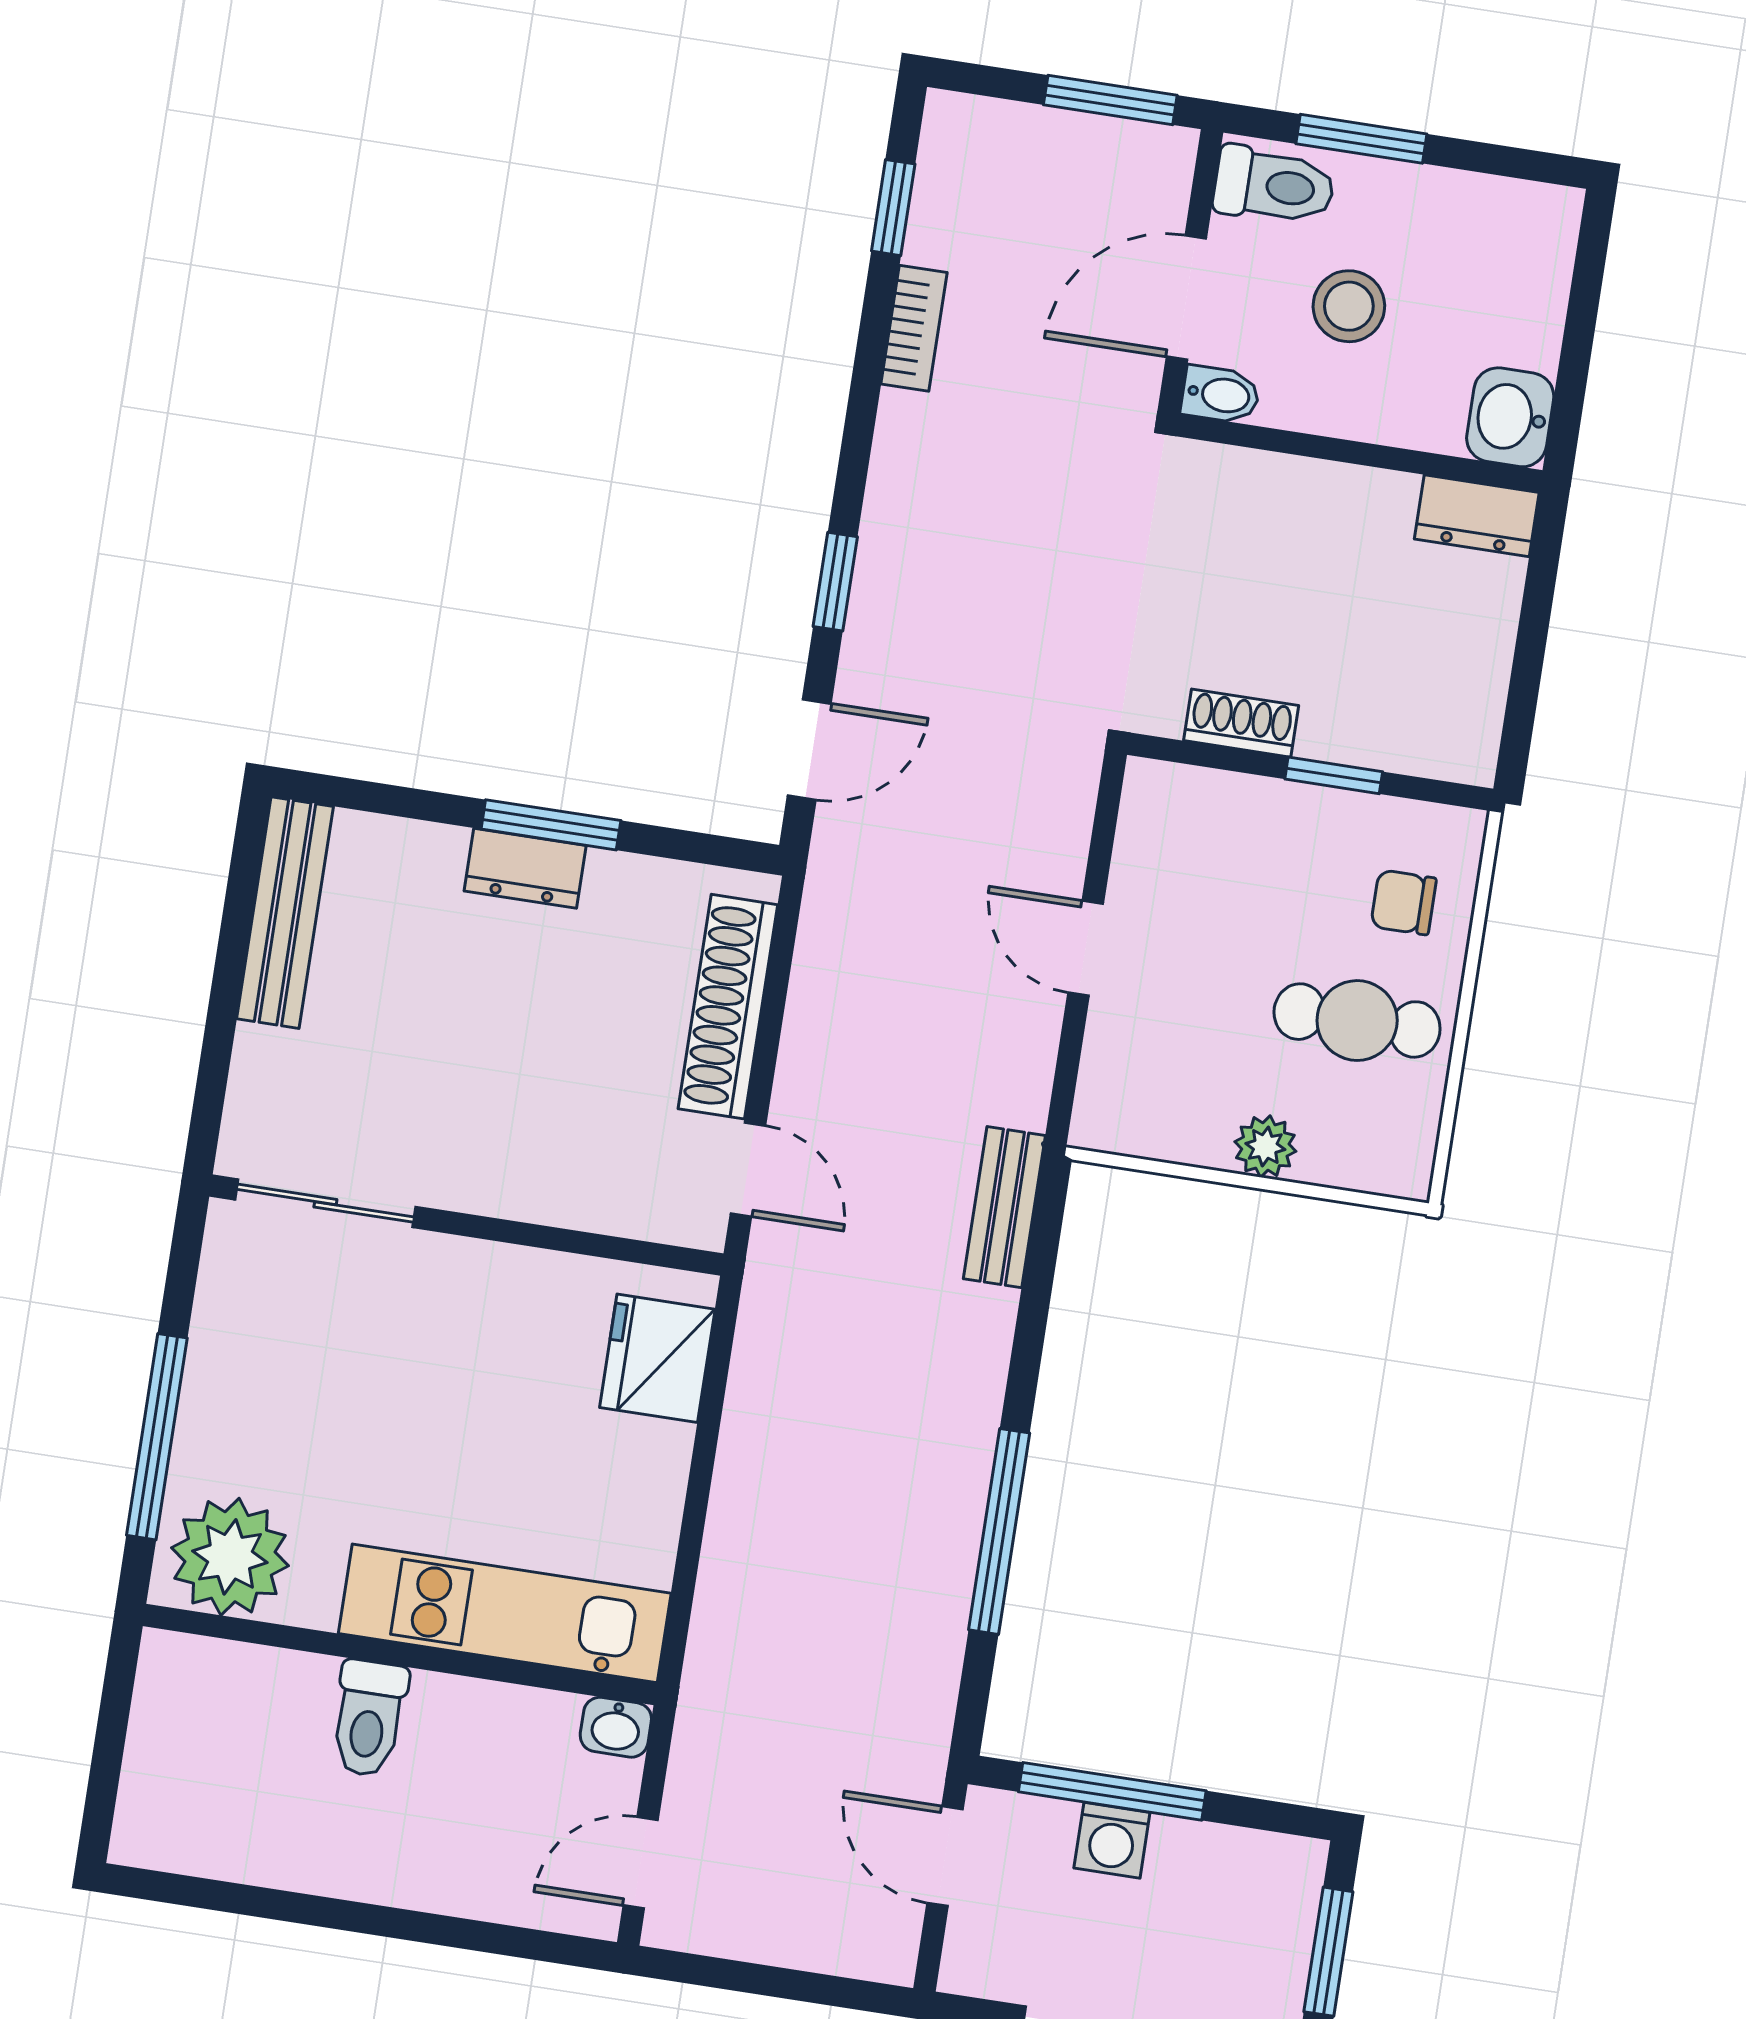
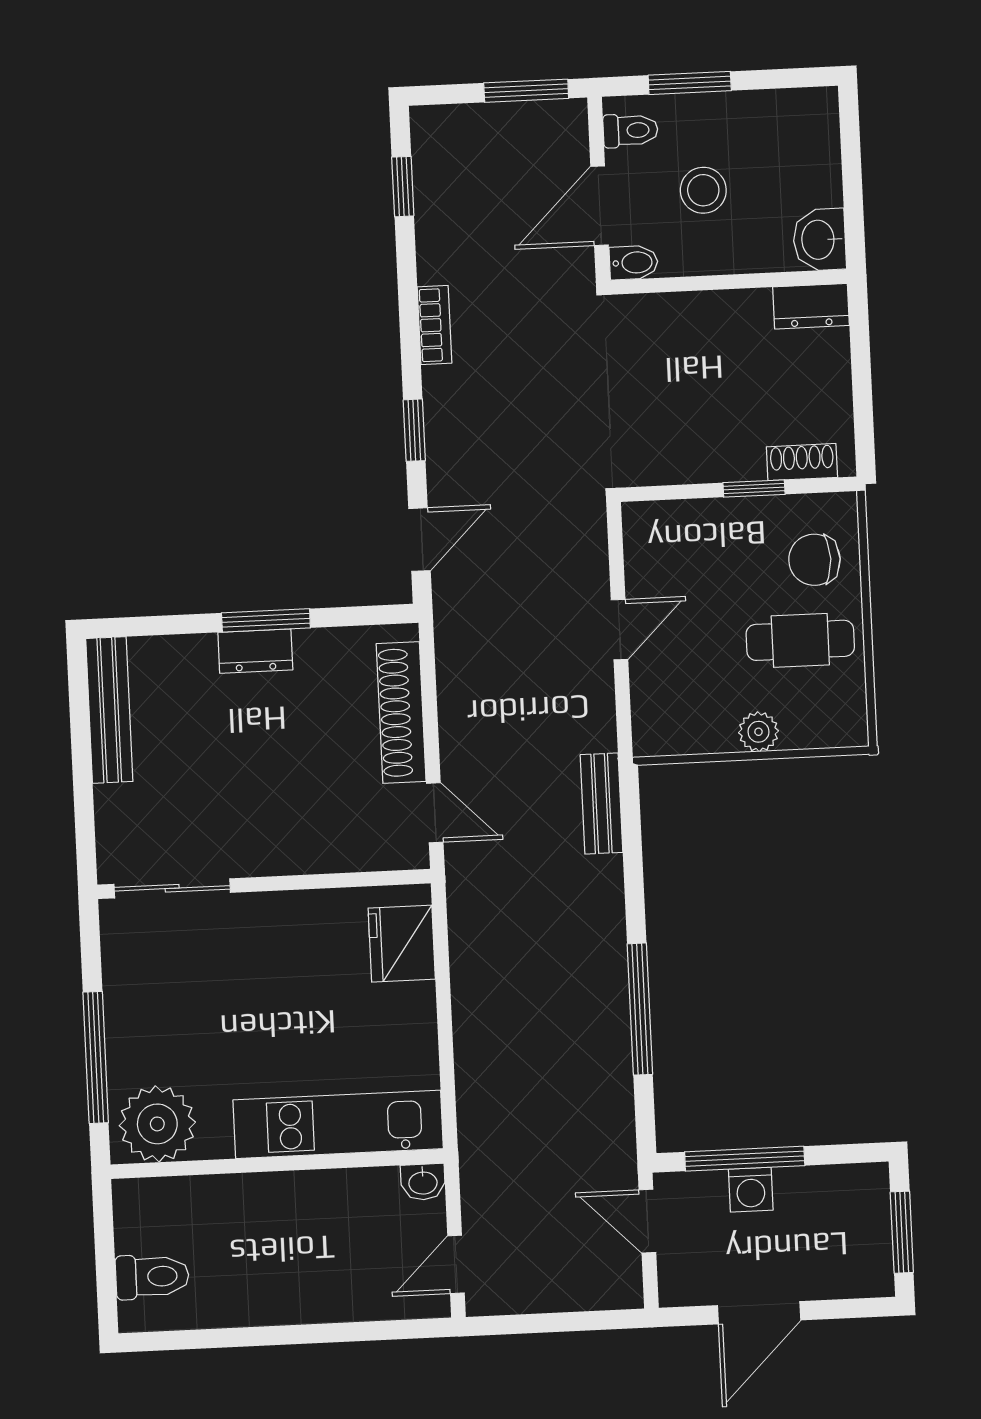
toilet: (1274, 186) -> (630, 130), width x0.73, depth x0.72
bookcase: (914, 328) -> (435, 325), moved
shoe rack: (1241, 723) -> (802, 462), moved
chair: (1404, 902) -> (814, 560), width x1.37, depth x1.37
door: (1086, 948) -> (620, 630), swing flipped
toilet: (369, 1718) -> (152, 1277), moved, turned -90

